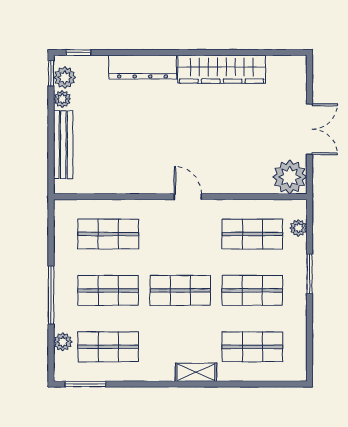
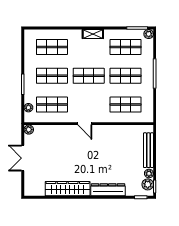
plant: (290, 177) -> (29, 130), width x0.53, depth x0.53
plant: (63, 342) -> (149, 34), moved
shelving: (196, 372) -> (93, 34), moved

